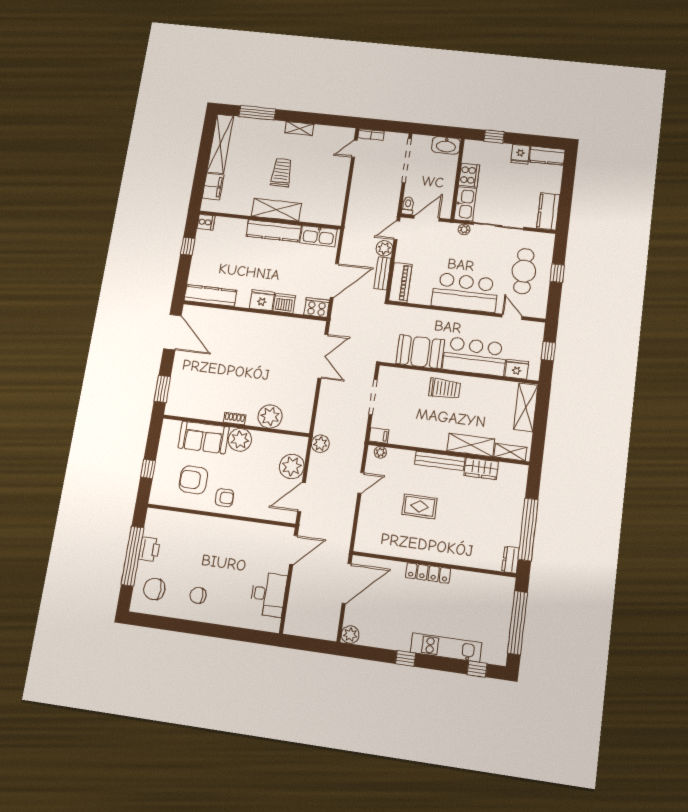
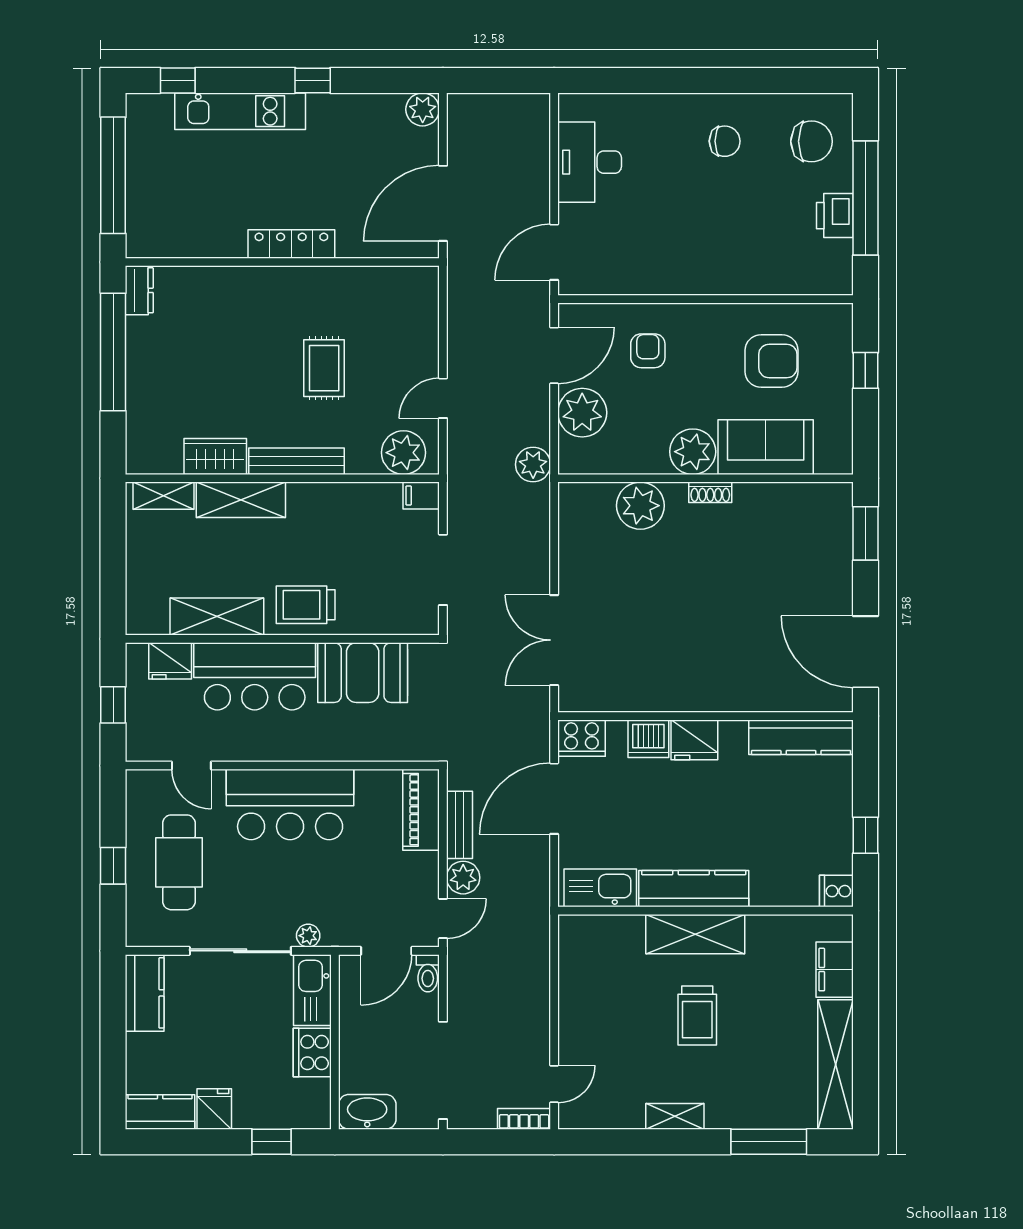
shelving: (526, 407) -> (217, 616), moved, turned 90
plant: (380, 452) -> (404, 453), width x1.87, depth x1.87
armchair: (225, 498) -> (648, 351), moved, turned 90
rug: (419, 506) -> (324, 368), turned 90

